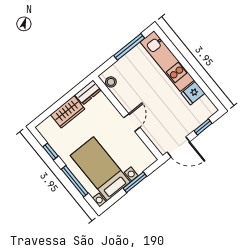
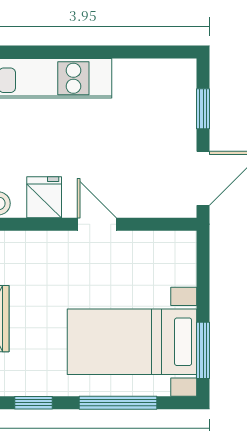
fridge: (193, 93) -> (44, 197), moved, turned 180
window: (135, 182) -> (203, 350), moved

